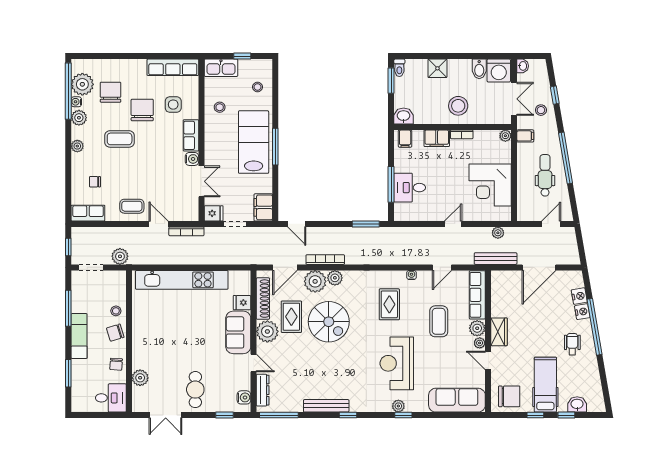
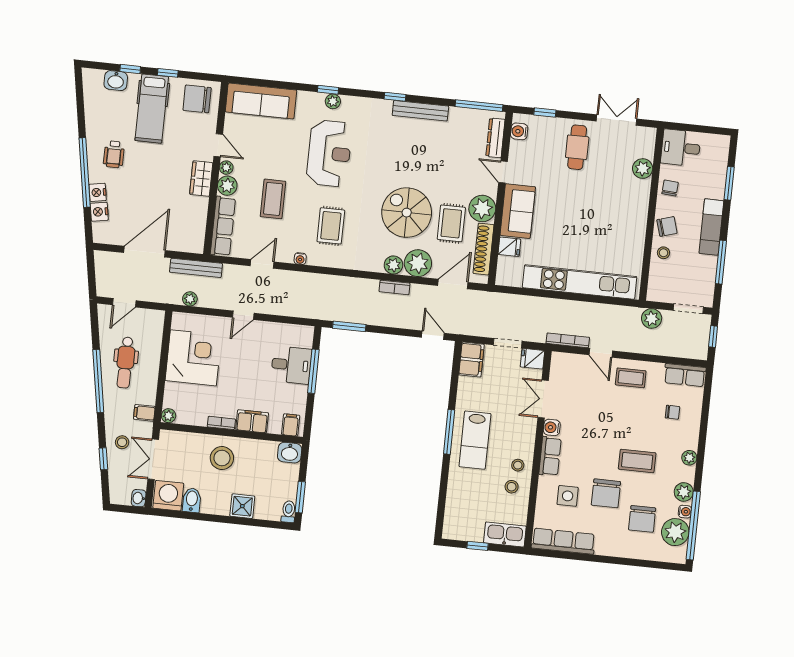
stool: (258, 87) -> (518, 465), moved
lab bench: (254, 142) -> (475, 440), width x0.73, depth x0.72
bookcase: (325, 260) -> (395, 287), width x0.64

